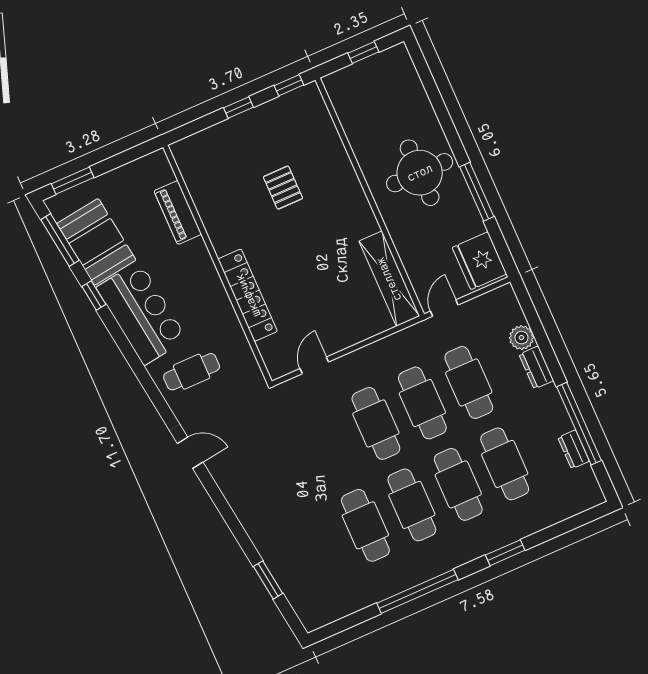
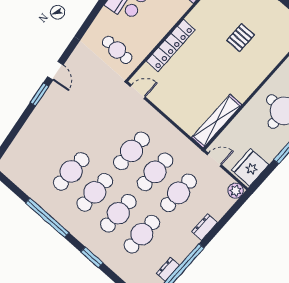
plant: (521, 338) -> (236, 191), moved
door: (314, 365) -> (138, 92), moved
cafe table: (192, 372) -> (117, 50), moved
door: (190, 453) -> (55, 71), moved
window: (268, 580) -> (40, 94), moved

